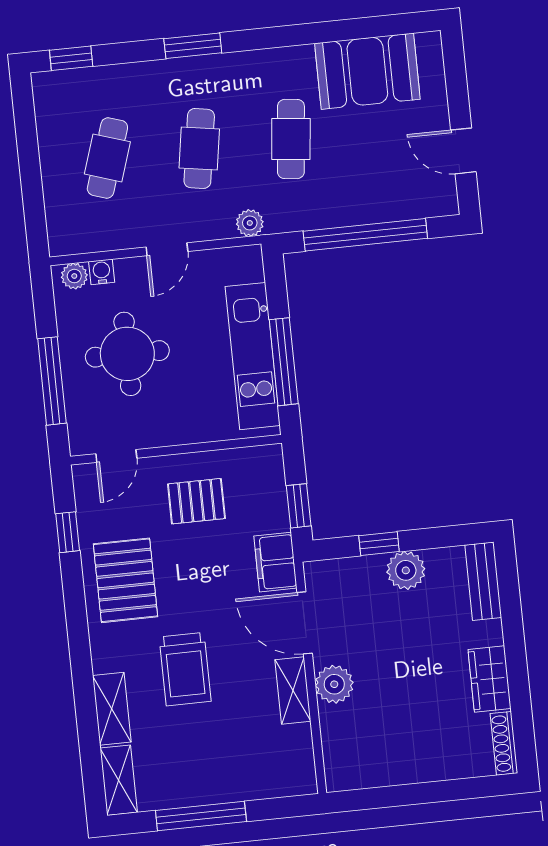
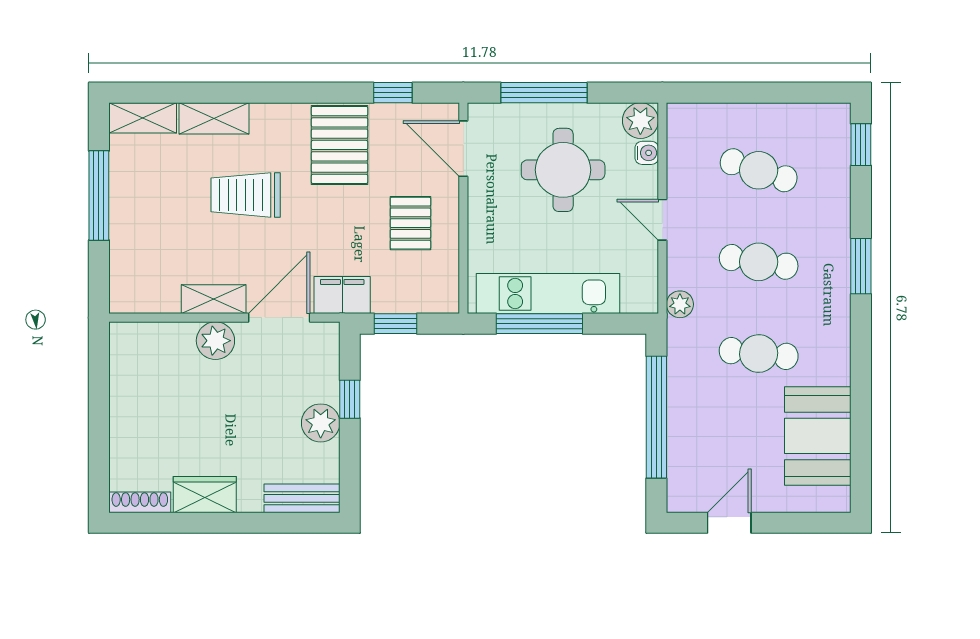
plant: (74, 276) -> (640, 121), width x1.38, depth x1.38
door: (116, 456) -> (463, 149), width x1.38
pallet: (125, 580) -> (340, 145), turned 90

